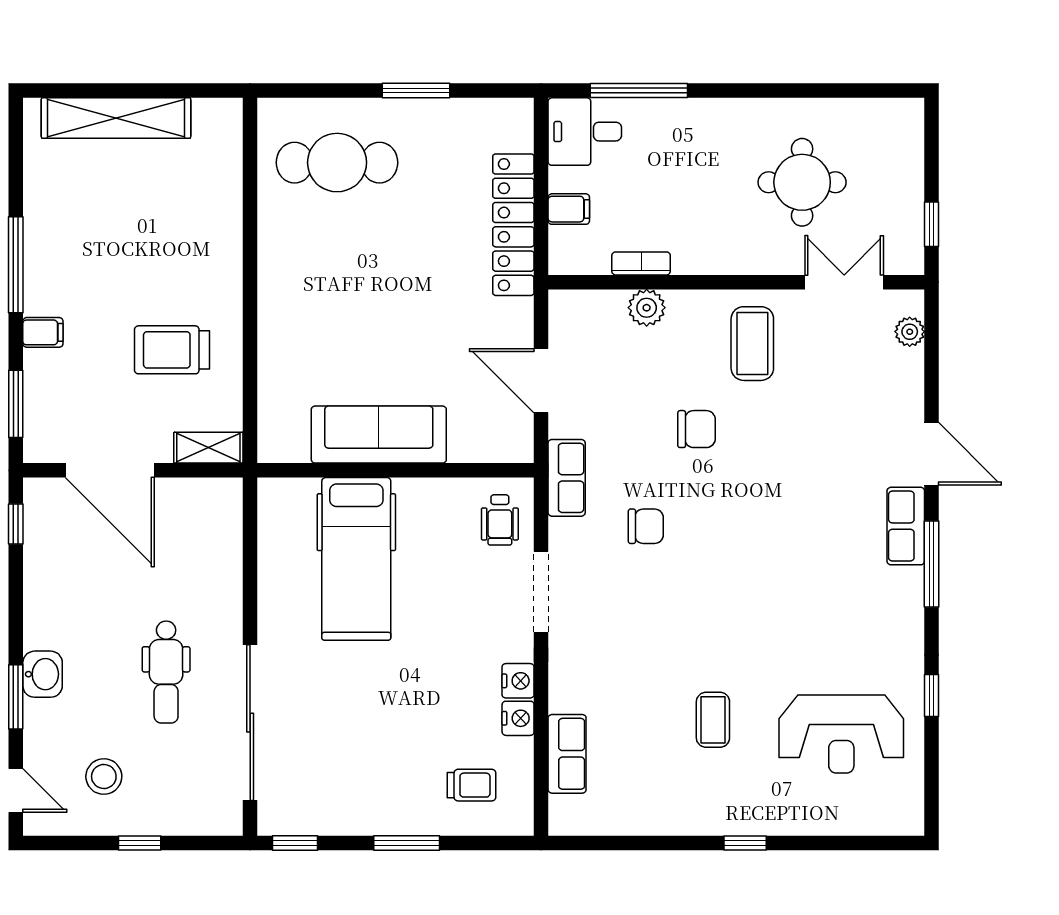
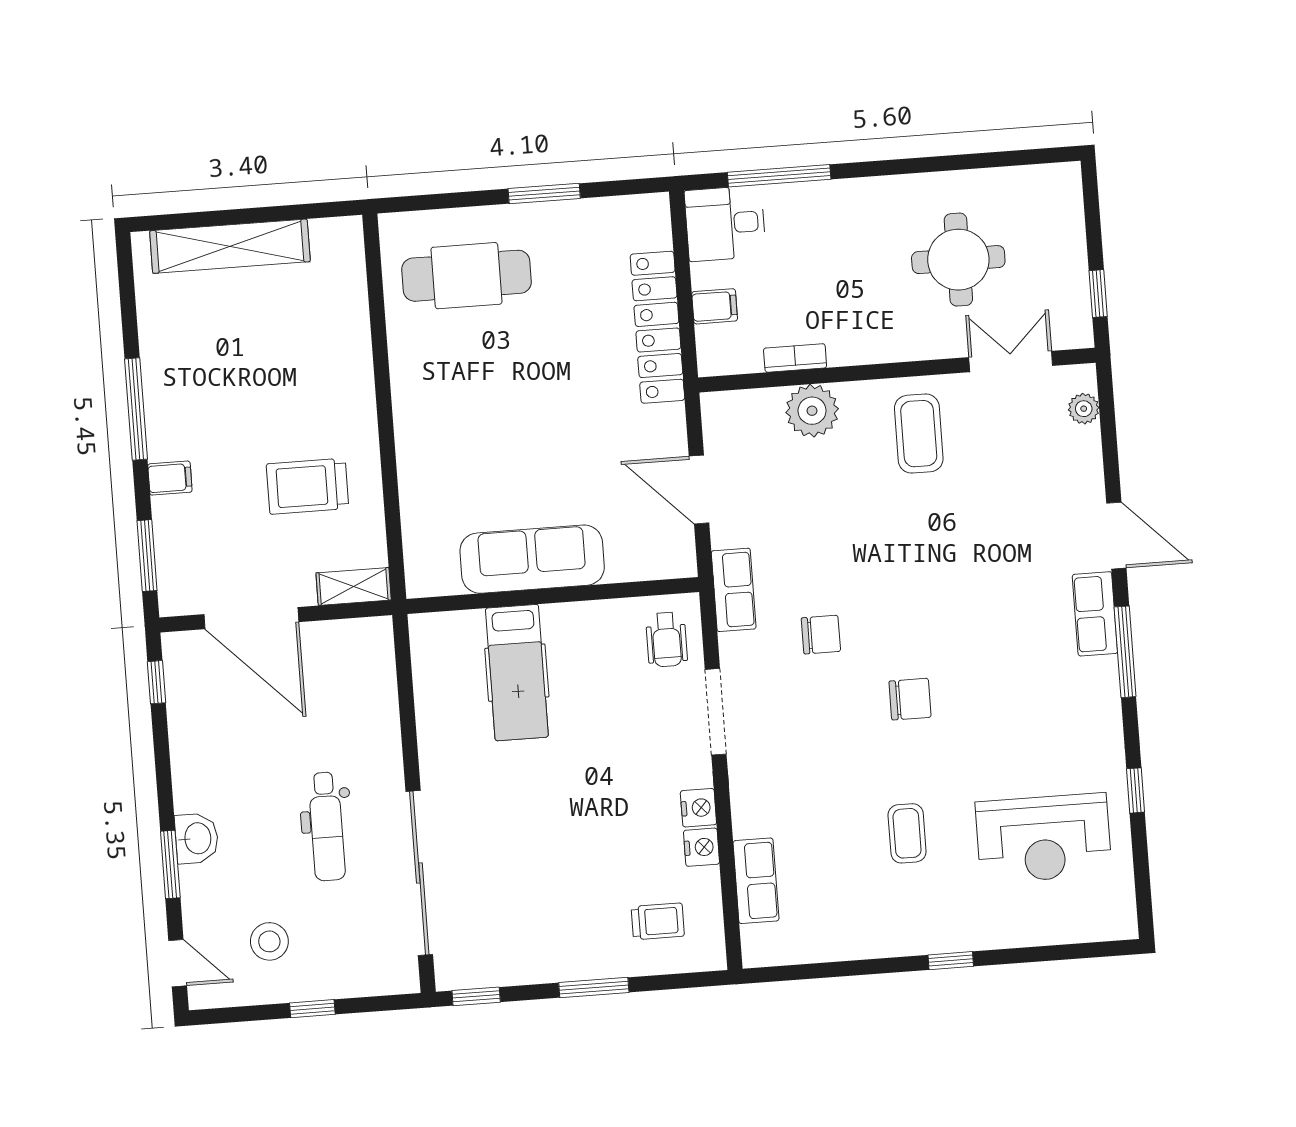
plant: (647, 308) -> (812, 411), width x1.36, depth x1.36
chair: (697, 429) -> (910, 699), moved
hospital bed: (356, 559) -> (517, 673), width x0.73, depth x0.78

